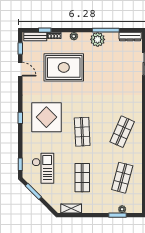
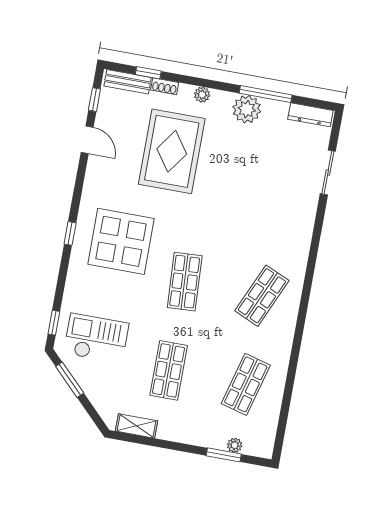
rug: (64, 67) -> (172, 151), turned 90
checkout: (43, 168) -> (96, 338), turned -90

